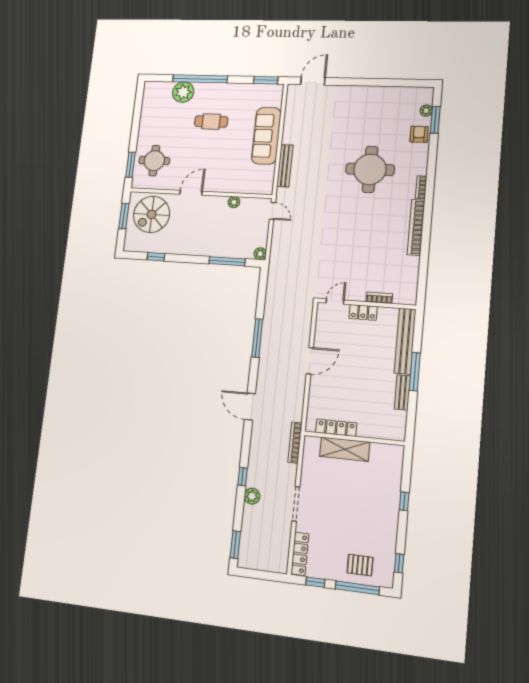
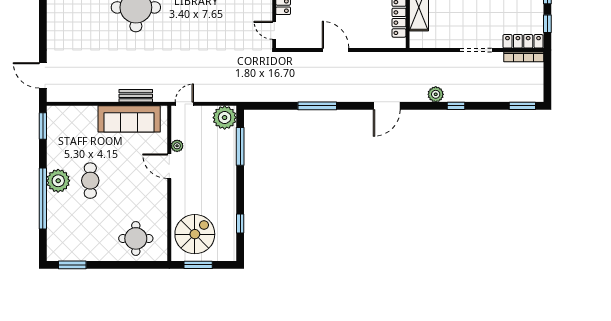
plant: (183, 92) -> (58, 181), moved
sofa: (266, 136) -> (129, 119), moved
window: (130, 165) -> (72, 265), moved
bench: (285, 166) -> (136, 96), width x0.73
door: (191, 193) -> (169, 166), moved
spiral stairs: (152, 214) -> (195, 234), turned -90
plant: (260, 254) -> (225, 118), width x1.88, depth x1.88
bookcase: (295, 443) -> (524, 57), moved
plant: (252, 496) -> (436, 94), moved

